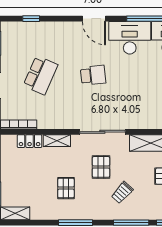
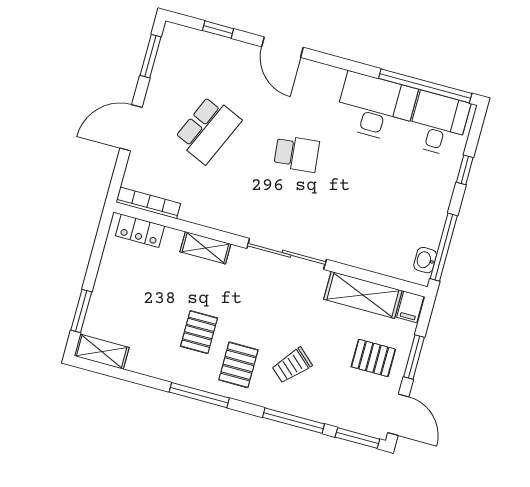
door: (94, 19) -> (282, 47), moved
locker: (30, 141) -> (140, 231), moved
pallet: (101, 167) -> (238, 365), moved

